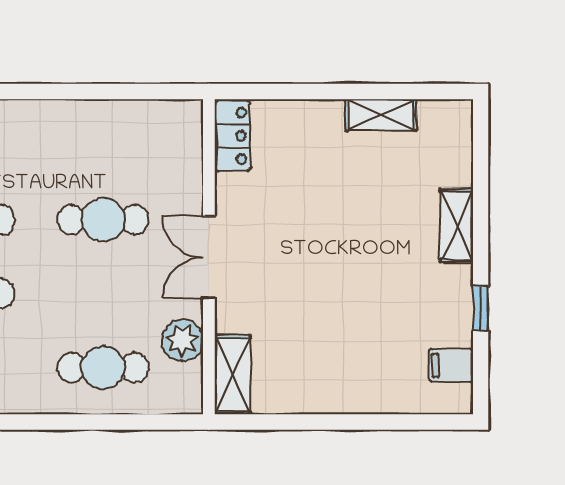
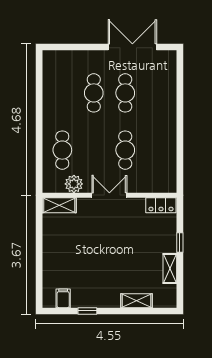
window: (320, 91) -> (180, 242), added
shelving: (456, 226) -> (136, 301), moved

